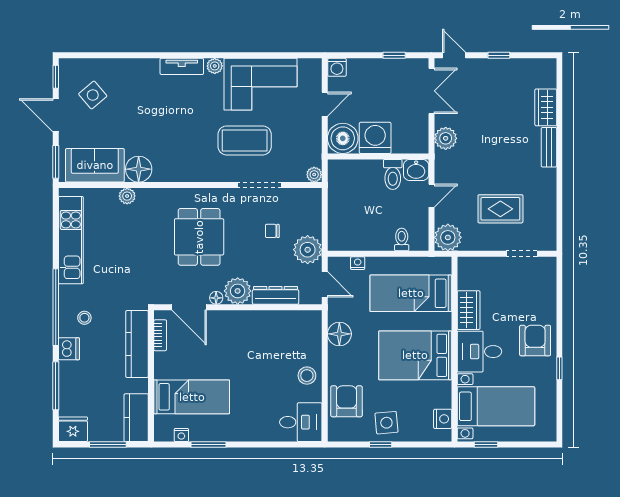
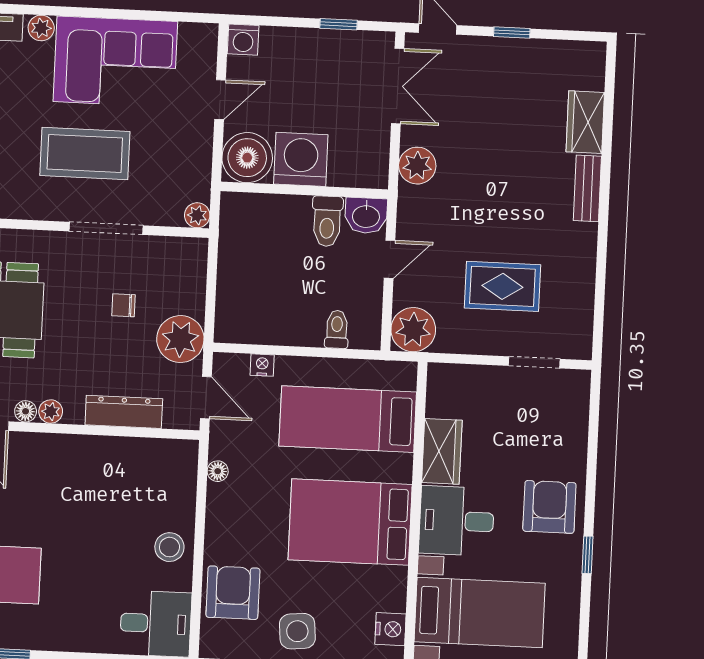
plant: (238, 291) -> (51, 412), width x0.53, depth x0.53
floor lamp: (339, 334) -> (218, 471), width x0.53, depth x0.53

